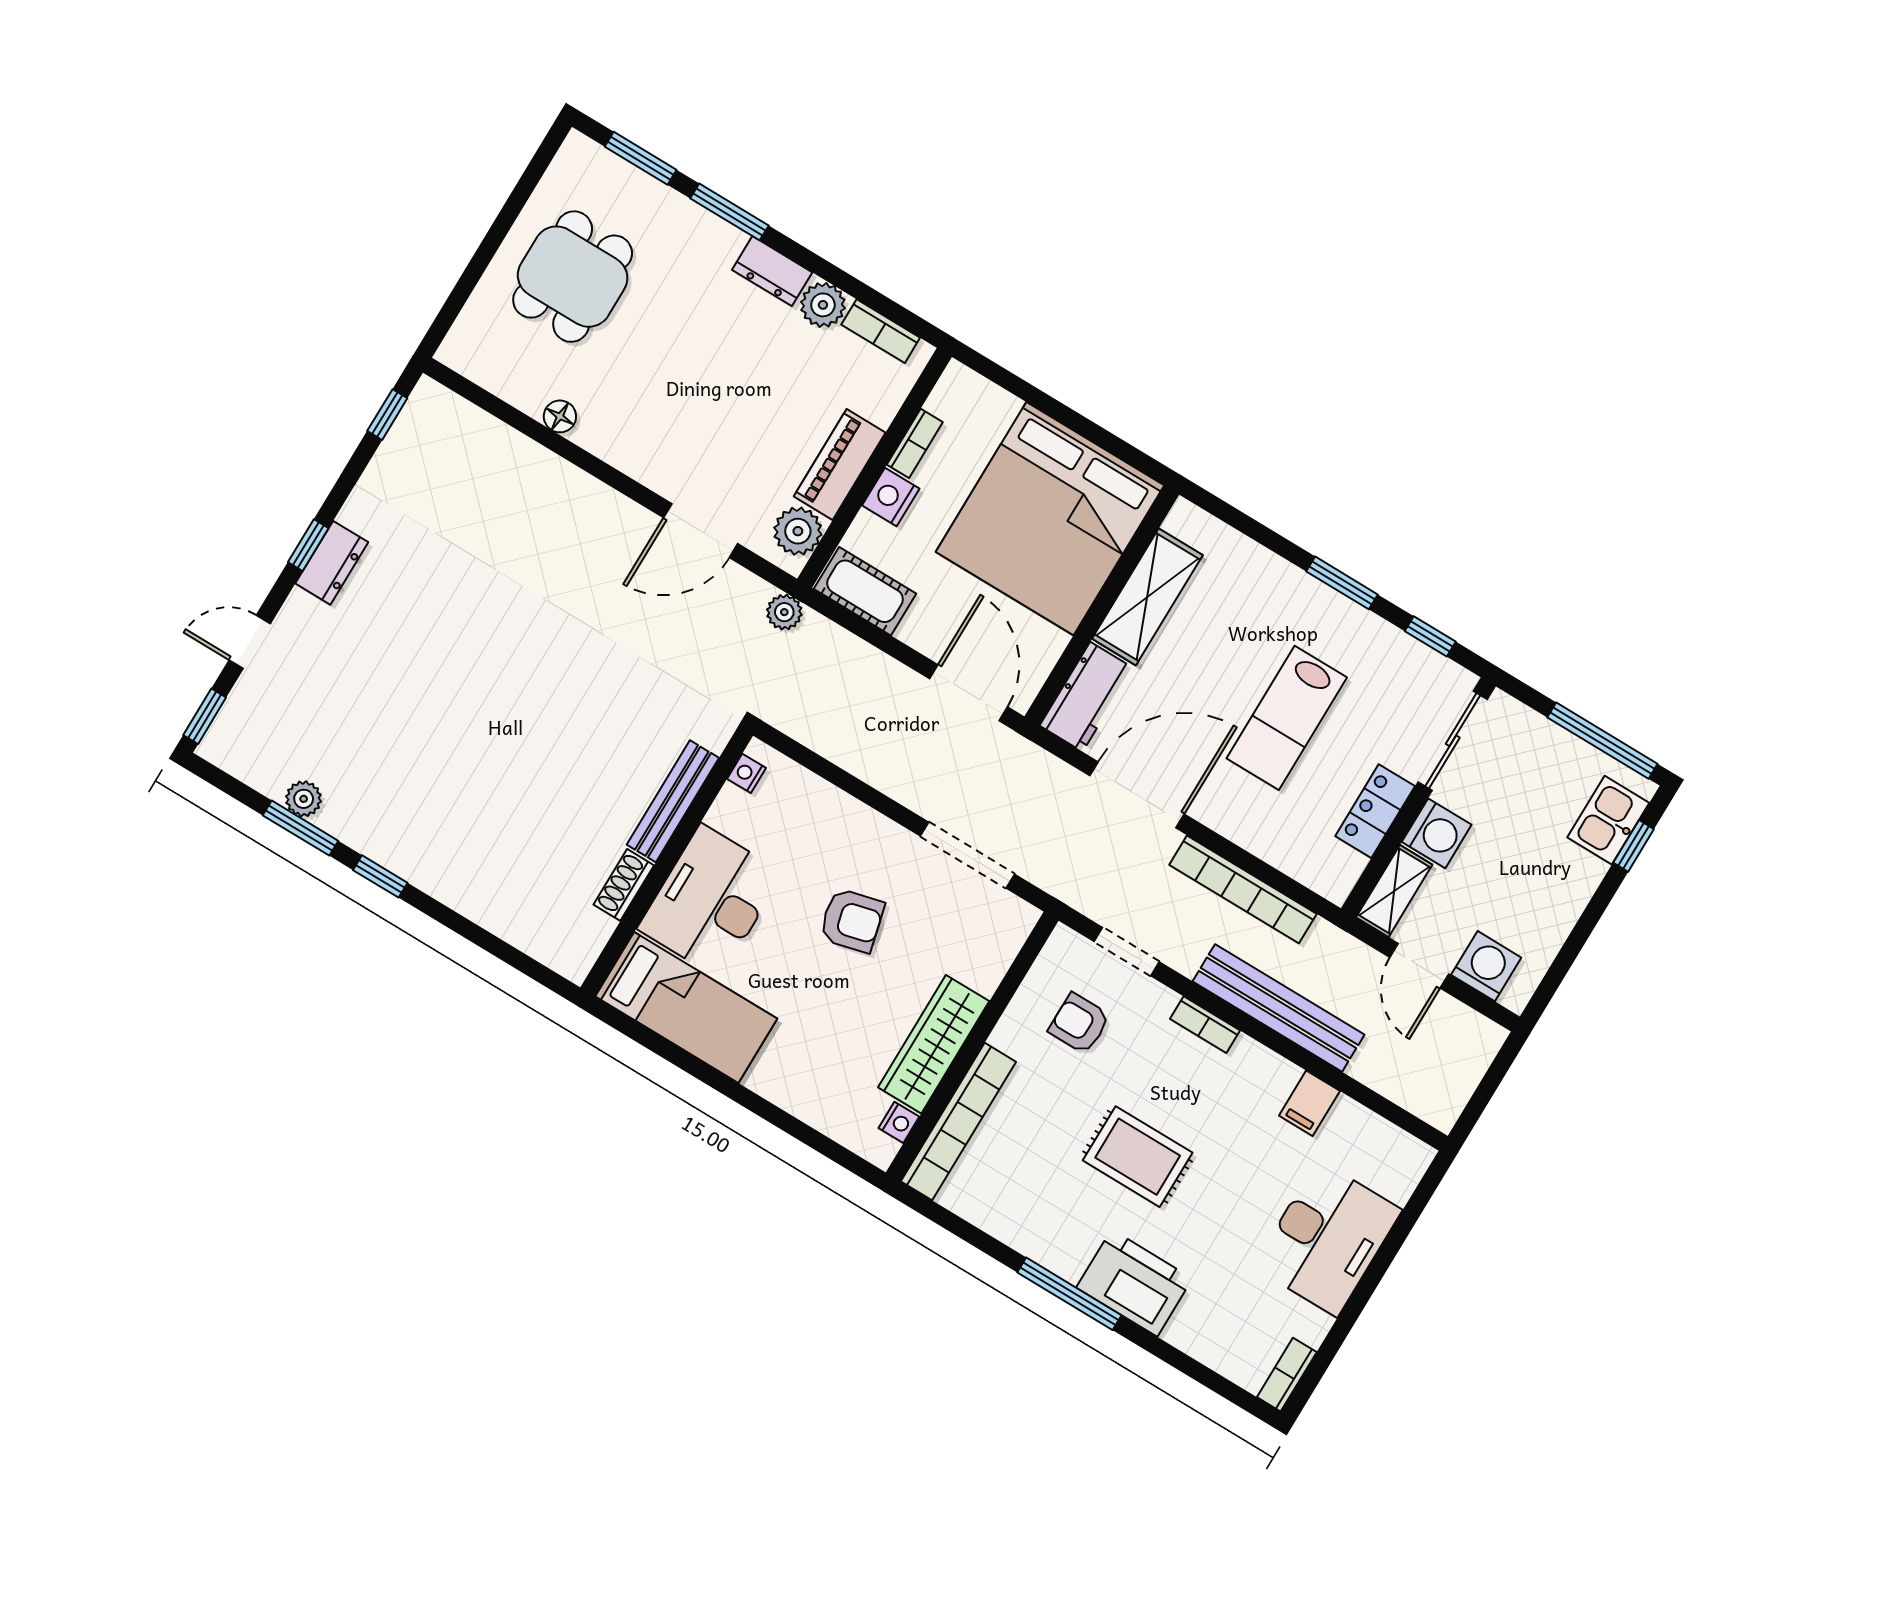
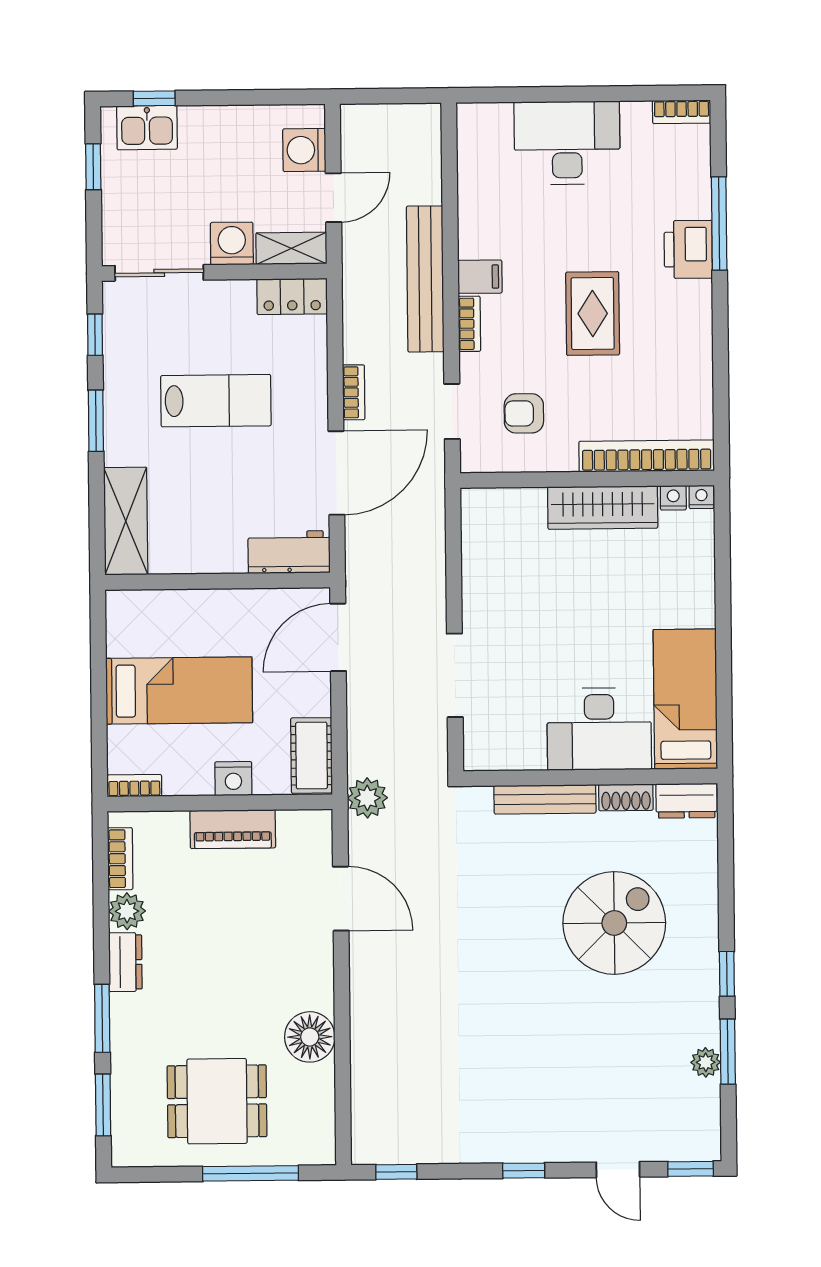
window: (478, 265) -> (250, 1173), added
floor lamp: (560, 416) -> (310, 1037), width x1.89, depth x1.89
bookcase: (915, 443) -> (134, 786), moved
bed: (1050, 519) -> (179, 691), width x0.49
plant: (798, 531) -> (298, 829), removed
dresser: (332, 563) -> (687, 801), moved, turned 180
shelving: (1147, 597) -> (126, 521), moved, turned 90
plant: (784, 612) -> (367, 798), width x1.38, depth x1.38
window: (1602, 741) -> (93, 167), width x0.46
nightstand: (747, 773) -> (701, 497), moved, turned 180
spiral stairs: (503, 794) -> (614, 923), added
door: (1137, 795) -> (336, 473), swing flipped
locker: (1375, 811) -> (292, 296), moved
doorway: (967, 855) -> (455, 675), moved
bookcase: (1243, 889) -> (354, 392), width x0.43, depth x0.76
armchair: (852, 920) -> (551, 620), removed
armchair: (1079, 1024) -> (524, 413), turned 90
filing cabinet: (1309, 1103) -> (480, 277), moved
printer: (1134, 1283) -> (688, 249), width x0.73, depth x0.84
window: (1069, 1294) -> (719, 224), moved

